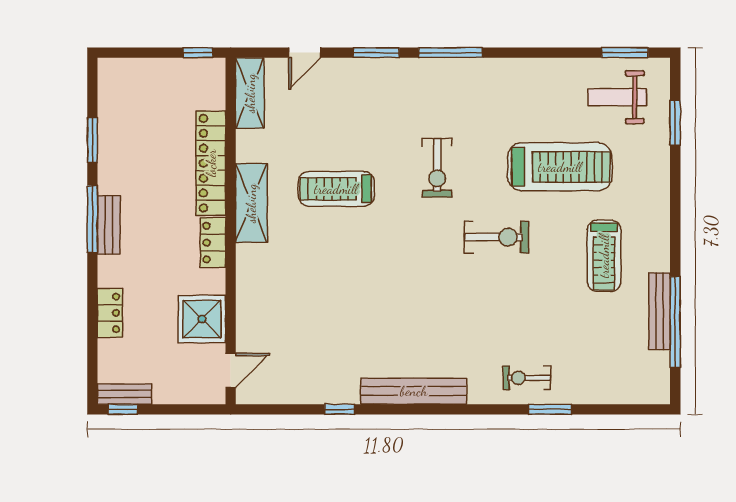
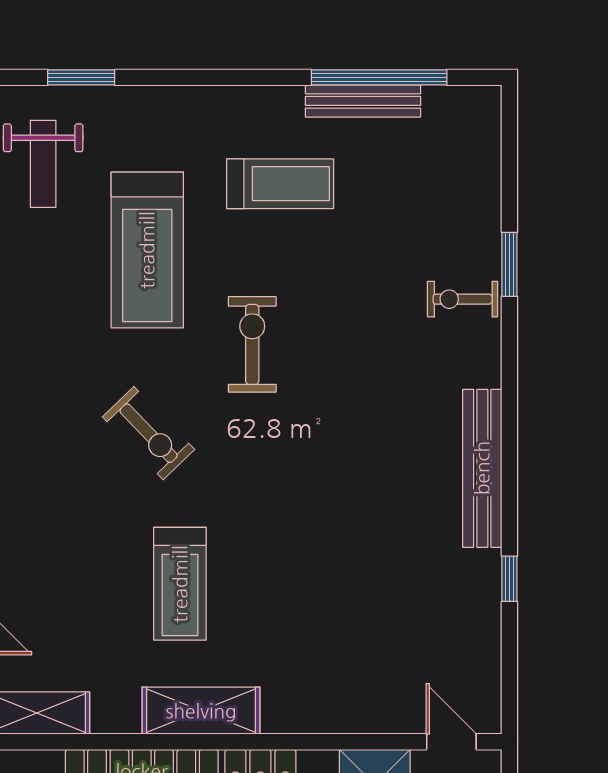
treadmill: (560, 167) -> (147, 250), turned 180
exercise bike: (437, 168) -> (149, 433), turned 46
exercise bike: (527, 378) -> (463, 299), turned 90

